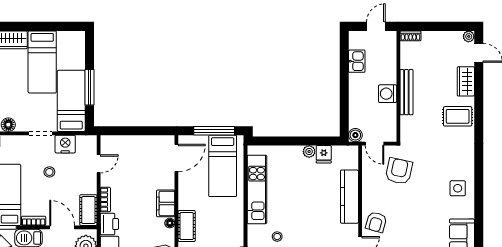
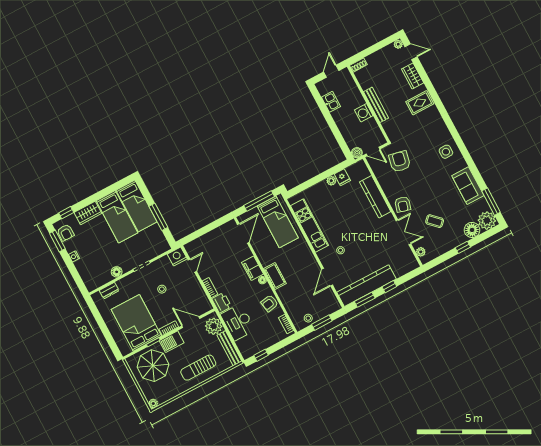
bed: (71, 101) -> (137, 206), moved, turned 180
nightstand: (65, 144) -> (177, 256), moved
cot: (88, 210) -> (202, 301), removed

